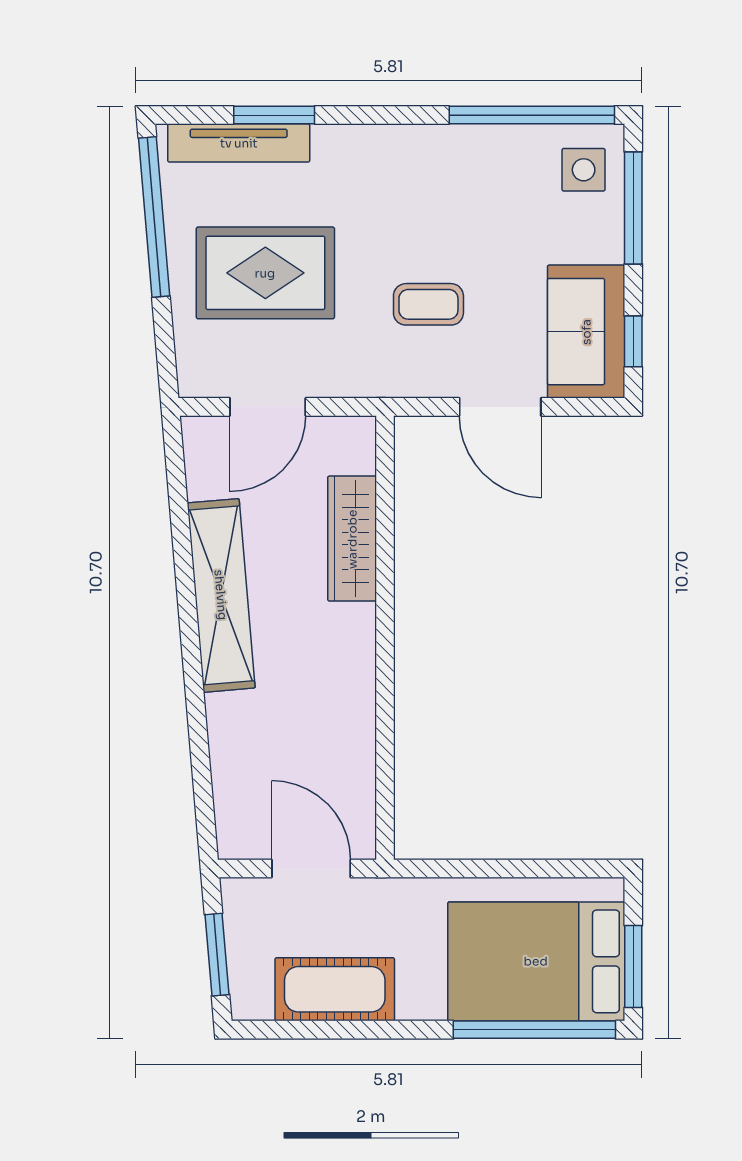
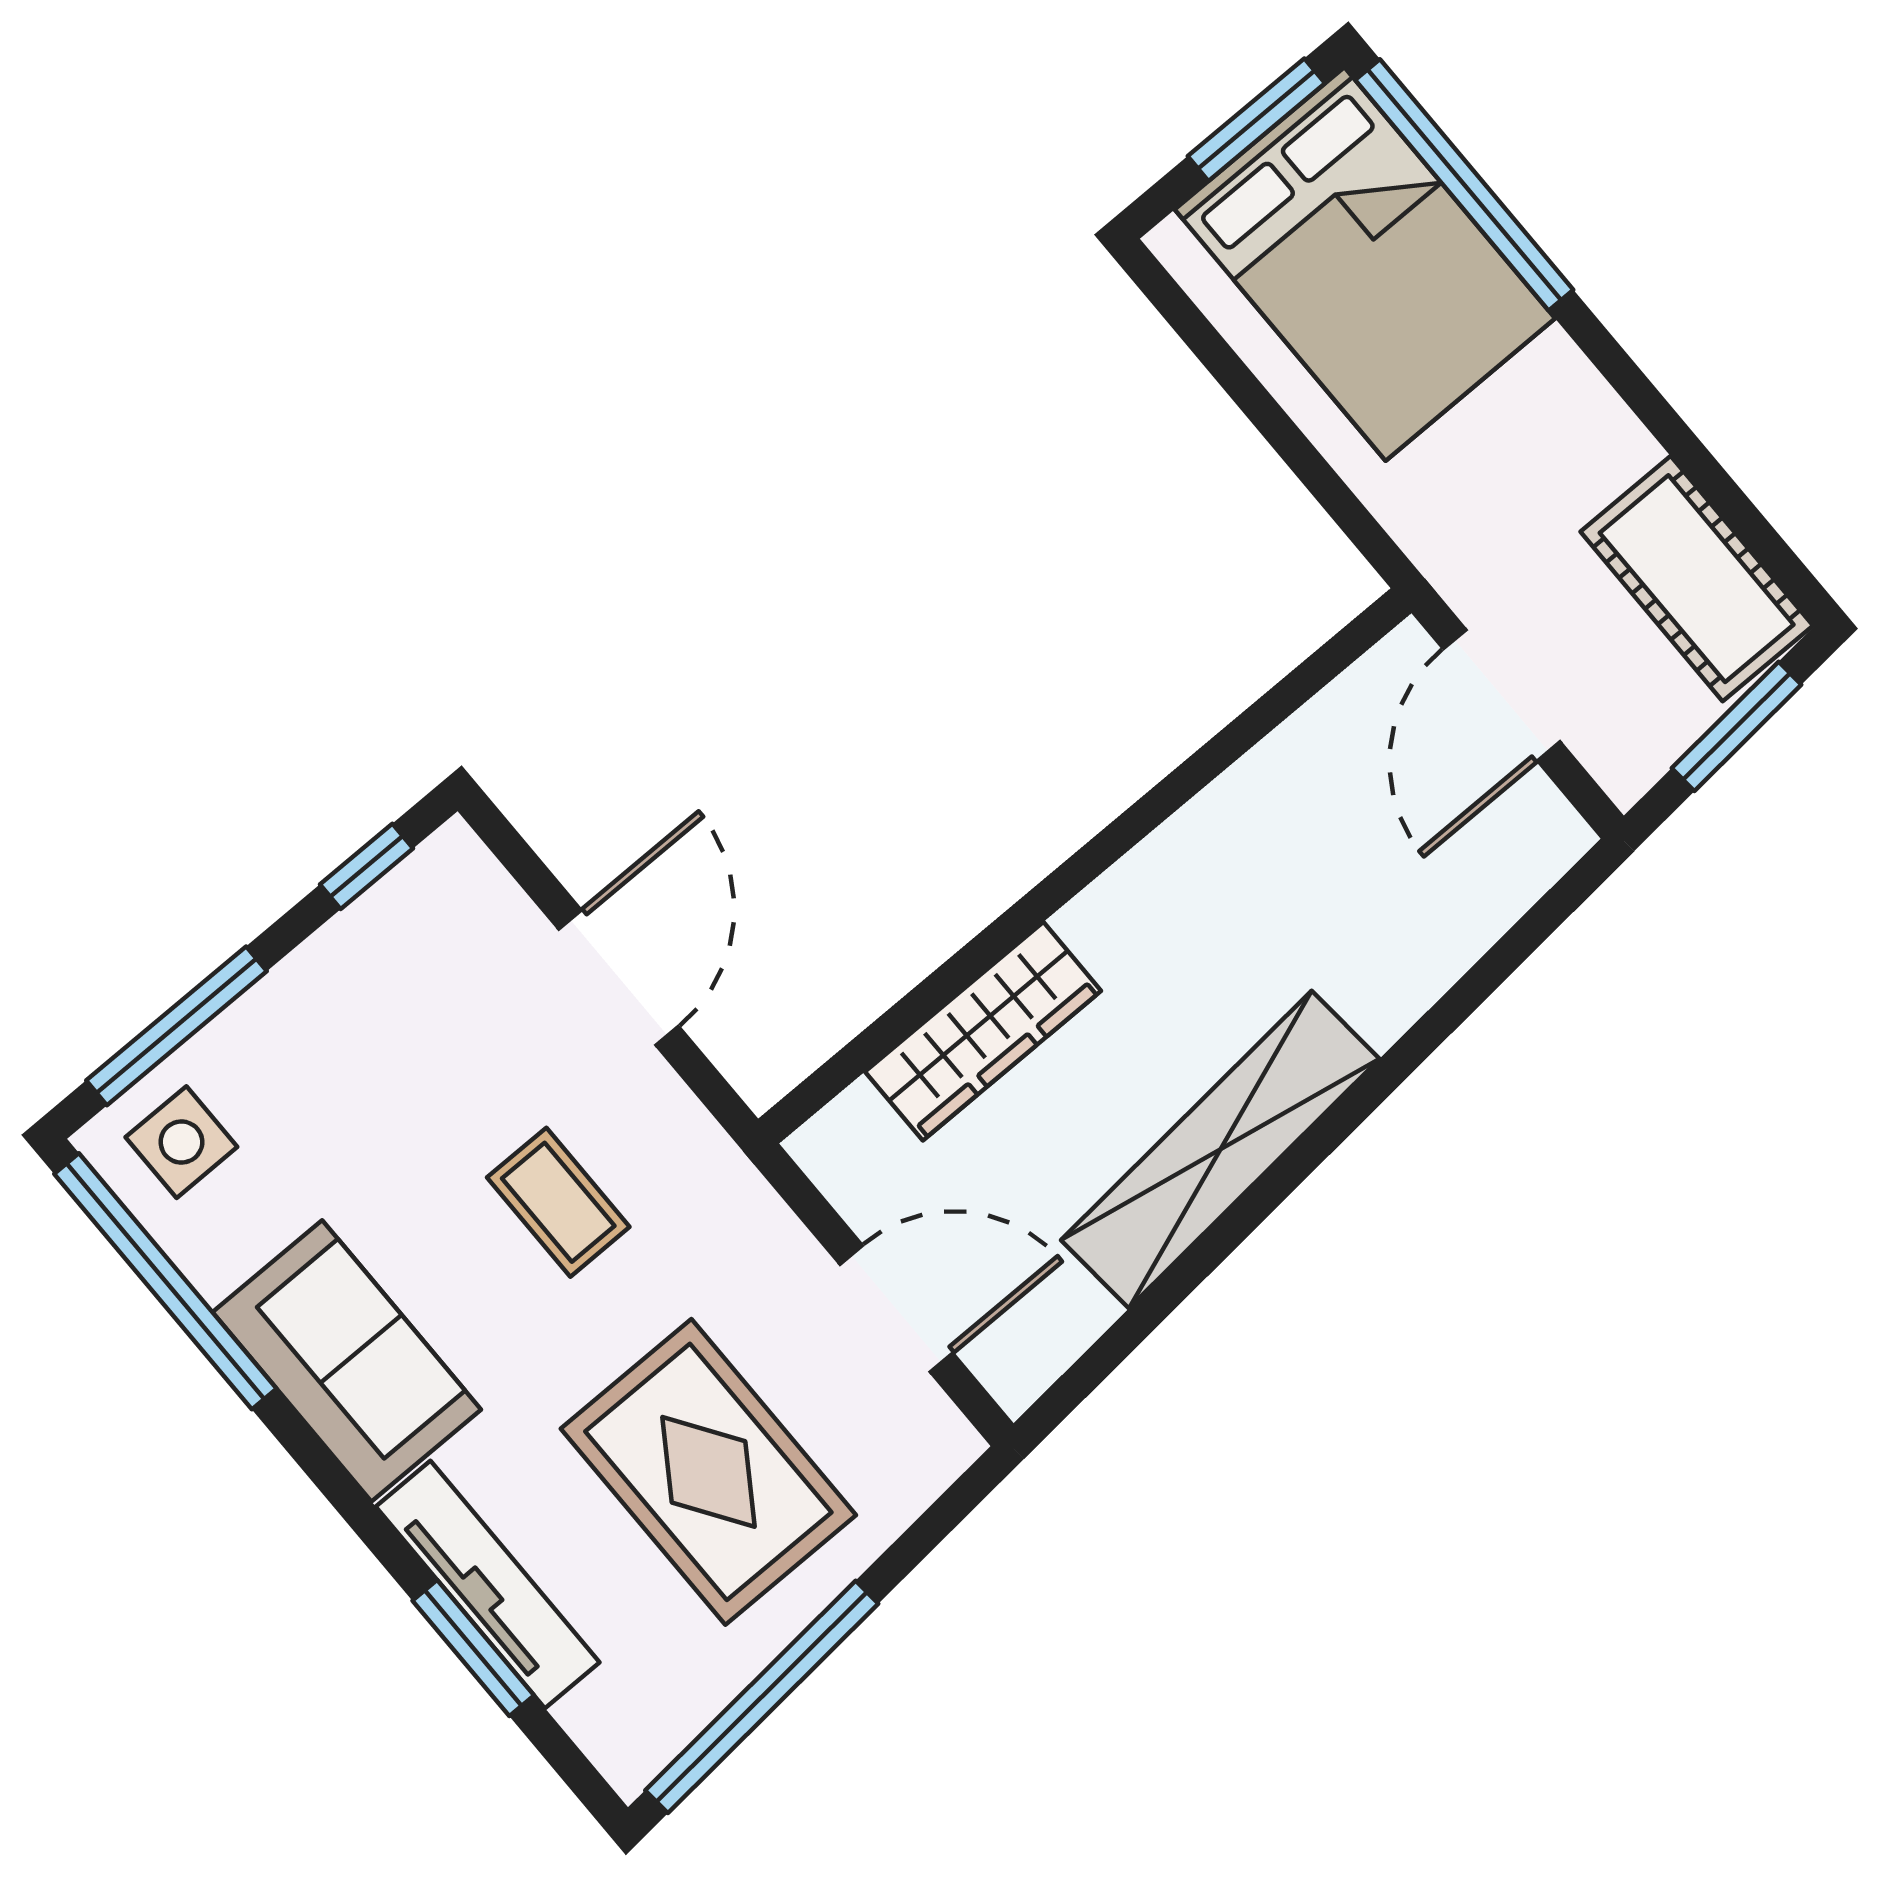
tv unit: (239, 143) -> (488, 1585), moved
sofa: (586, 332) -> (347, 1361), moved, turned -90
cot: (335, 989) -> (1697, 579), moved

